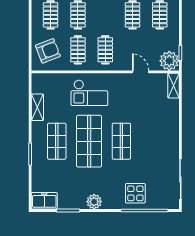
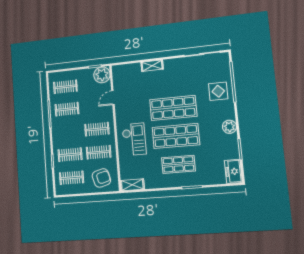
armchair: (48, 51) -> (101, 178), turned 96
shelving: (173, 86) -> (152, 66), moved
shelving: (37, 107) -> (132, 185), moved
shop shelf: (121, 141) -> (173, 108), width x1.43, depth x1.36

